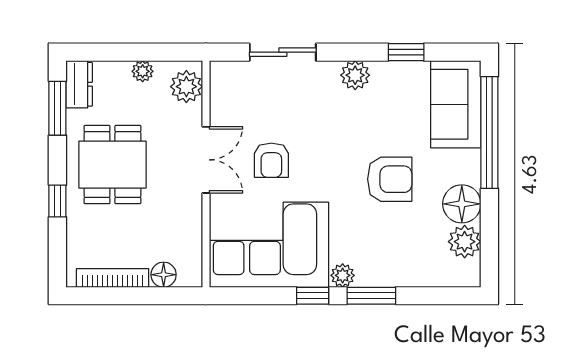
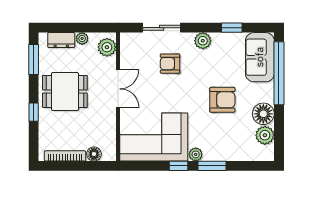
dresser: (79, 84) -> (61, 40), moved, turned 90
armchair: (271, 160) -> (170, 64), moved, turned 90
dining table: (112, 165) -> (65, 91), turned 90

